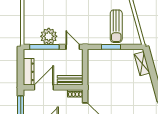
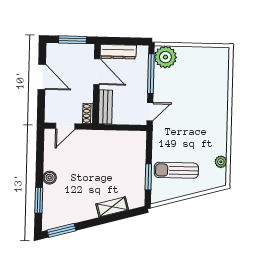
plant: (49, 36) -> (165, 57), moved
window: (111, 47) -> (148, 177), moved
shelving: (142, 64) -> (112, 207), moved

